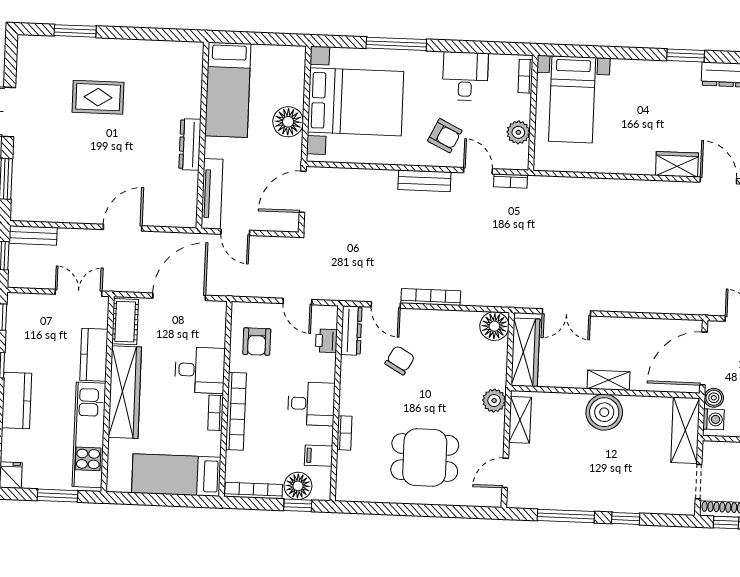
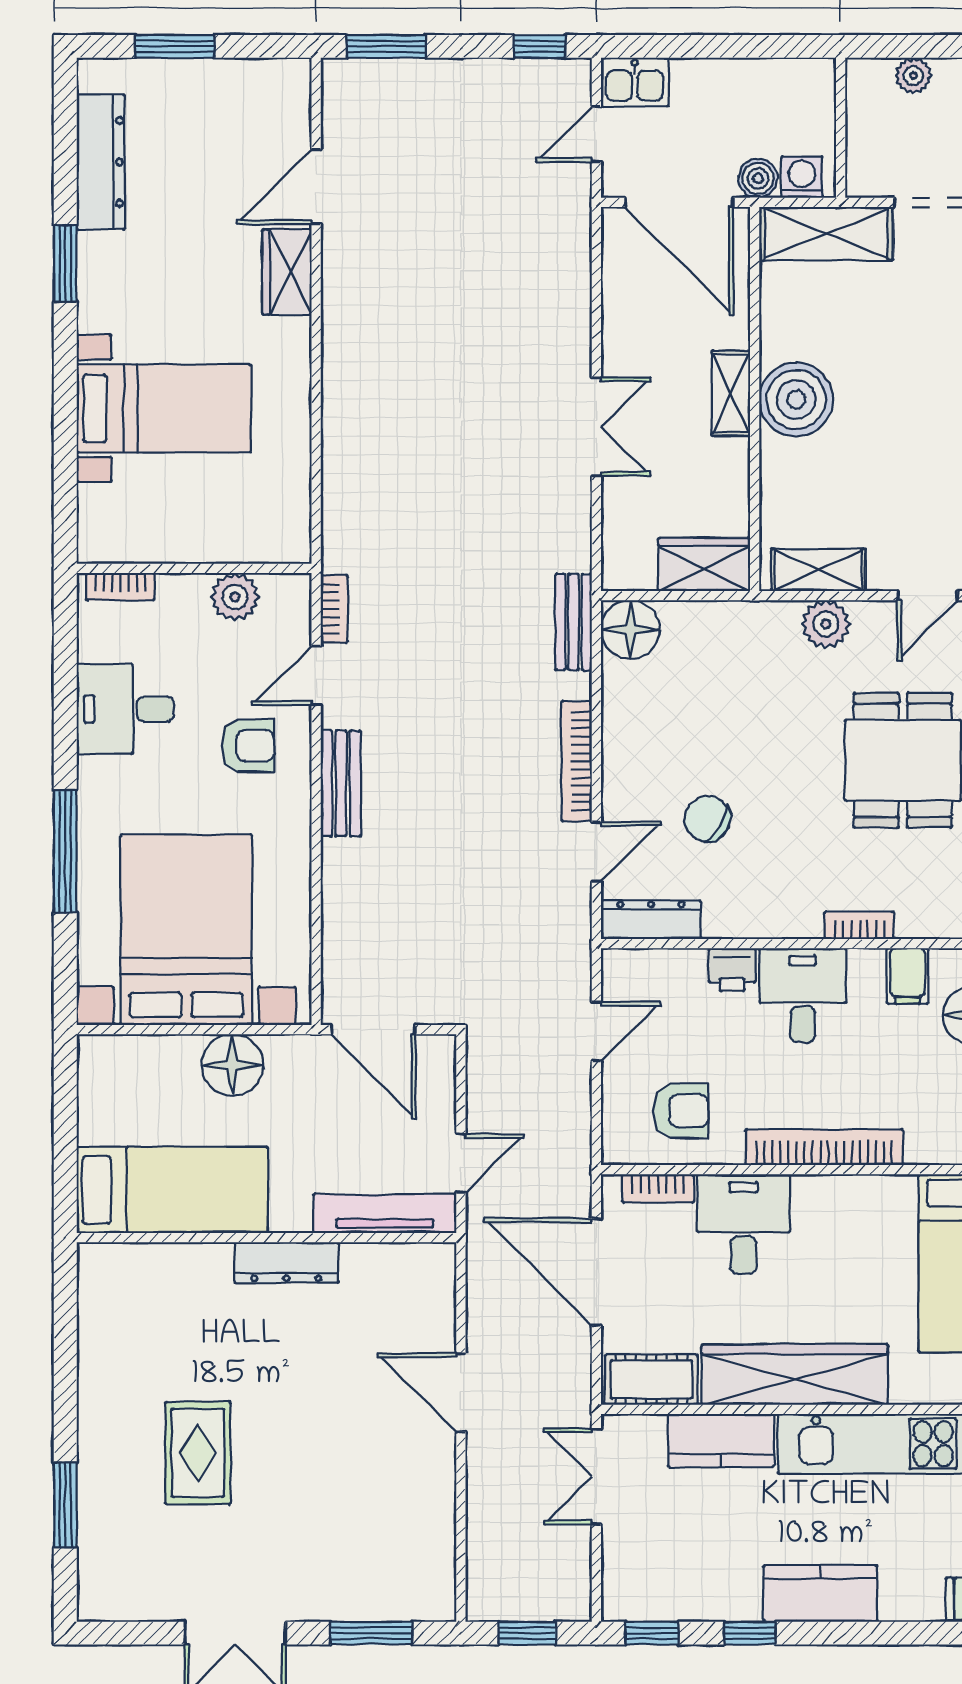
bed with nightstands: (572, 99) -> (164, 408), moved
armchair: (445, 136) -> (248, 746), turned 64
bench: (33, 235) -> (574, 622), moved
double door: (566, 312) -> (596, 427), moved
printer: (326, 341) -> (732, 970), moved
wardrobe: (525, 352) -> (704, 564), width x0.67
plant: (494, 401) -> (826, 624), moved
bookcase: (216, 413) -> (658, 1189), moved
door: (505, 473) -> (927, 596), hinge flipped

